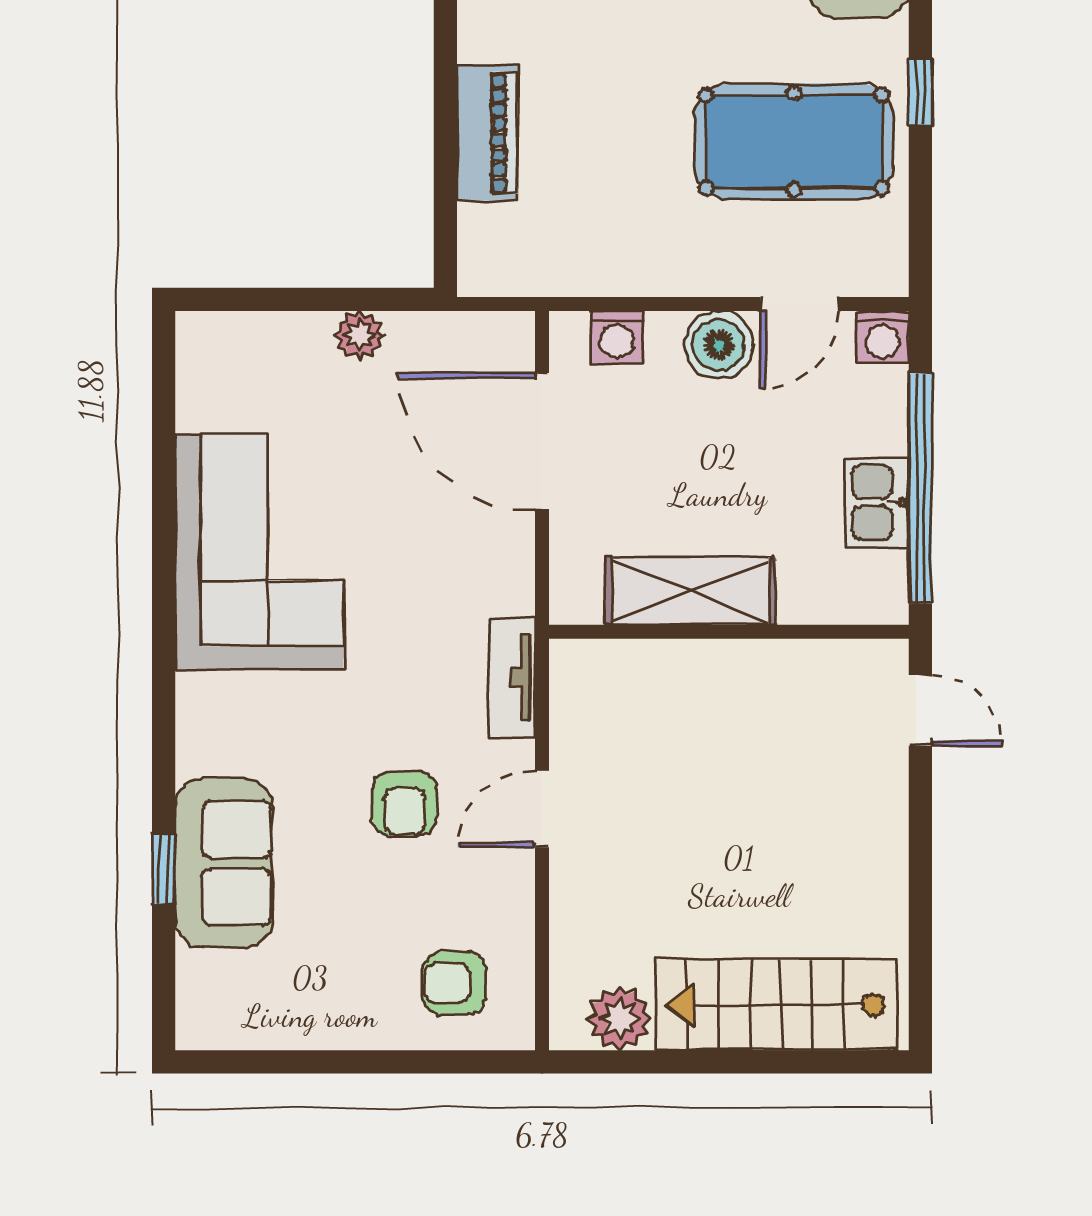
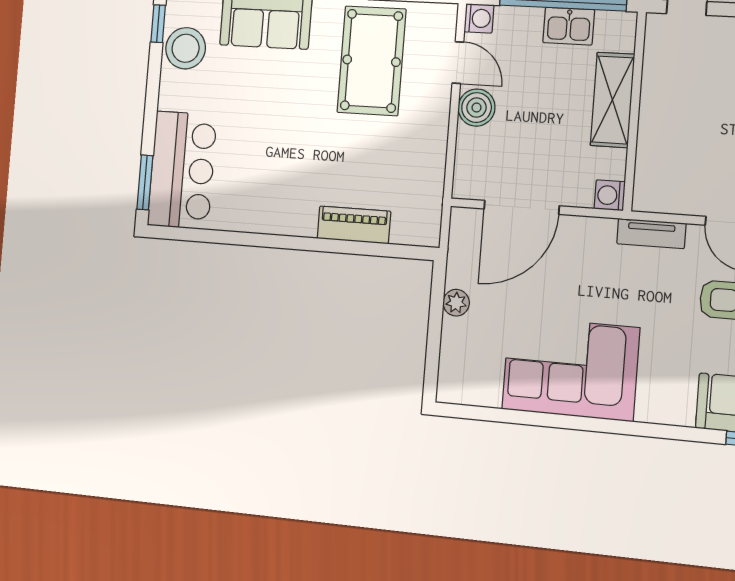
washing machine: (617, 337) -> (610, 195), moved, turned 180
shelving: (691, 591) -> (613, 100), moved

